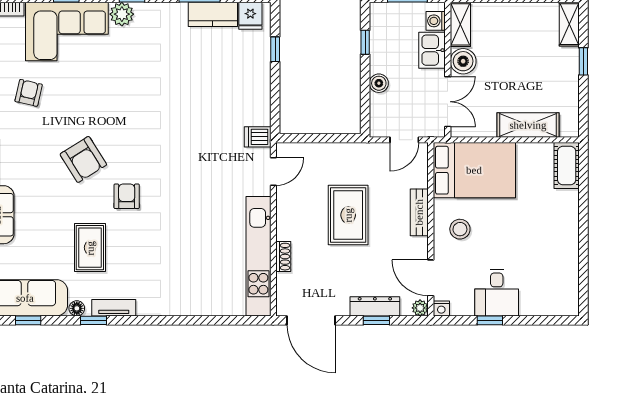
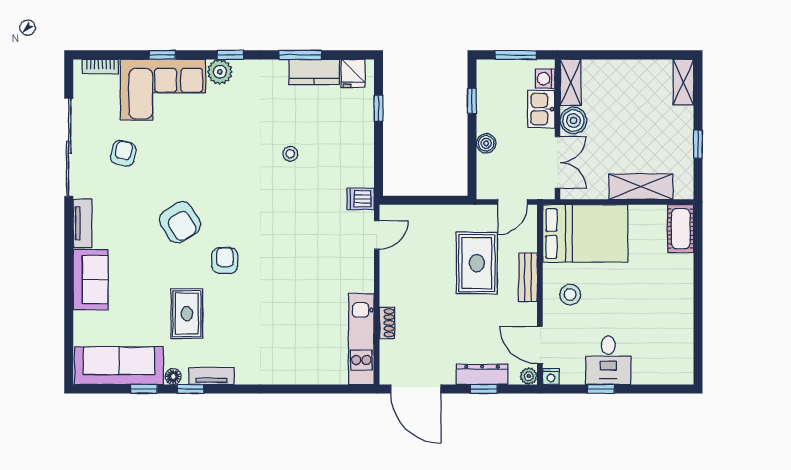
window: (583, 61) -> (698, 144), moved
stool: (190, 93) -> (290, 154), added
rug: (348, 215) -> (477, 263), moved
kitchen unit: (258, 256) -> (361, 339), width x0.73
window: (28, 320) -> (144, 389), moved

